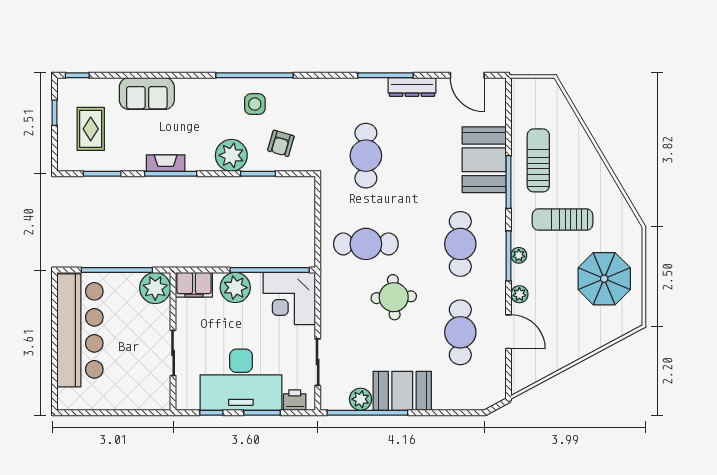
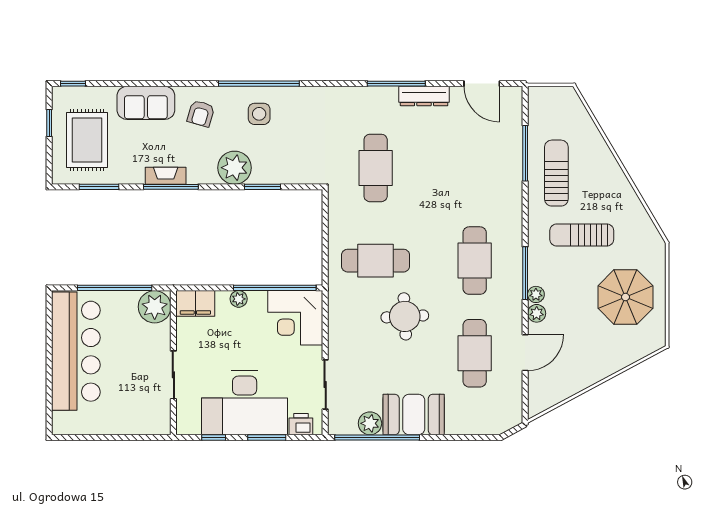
rug: (91, 129) -> (87, 140), width x1.36, depth x1.43
armchair: (281, 143) -> (201, 114), moved
booth: (484, 160) -> (499, 172), removed
window: (508, 182) -> (525, 153), moved
plant: (519, 255) -> (536, 294), moved
plant: (235, 288) -> (239, 299), width x0.53, depth x0.53
door: (508, 332) -> (525, 353), hinge flipped

